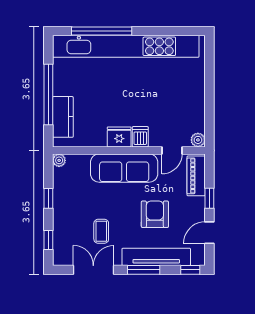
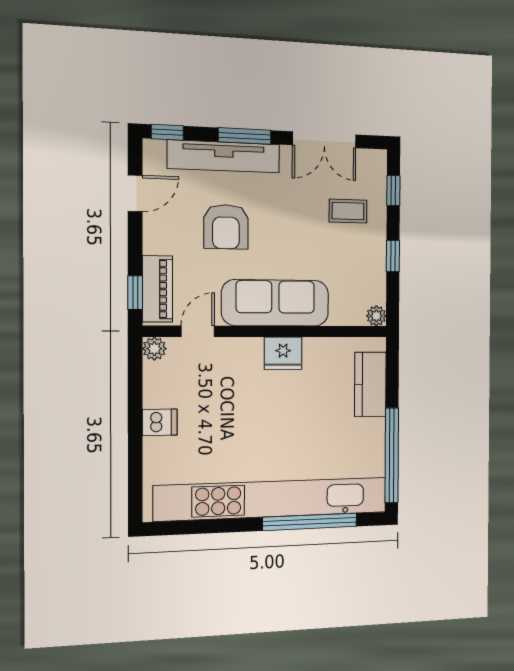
window: (48, 94) -> (392, 455), moved
dishwasher: (140, 137) -> (160, 422), moved, turned -90
window: (209, 198) -> (135, 293), moved
coffee table: (101, 231) -> (348, 211), moved, turned 90

